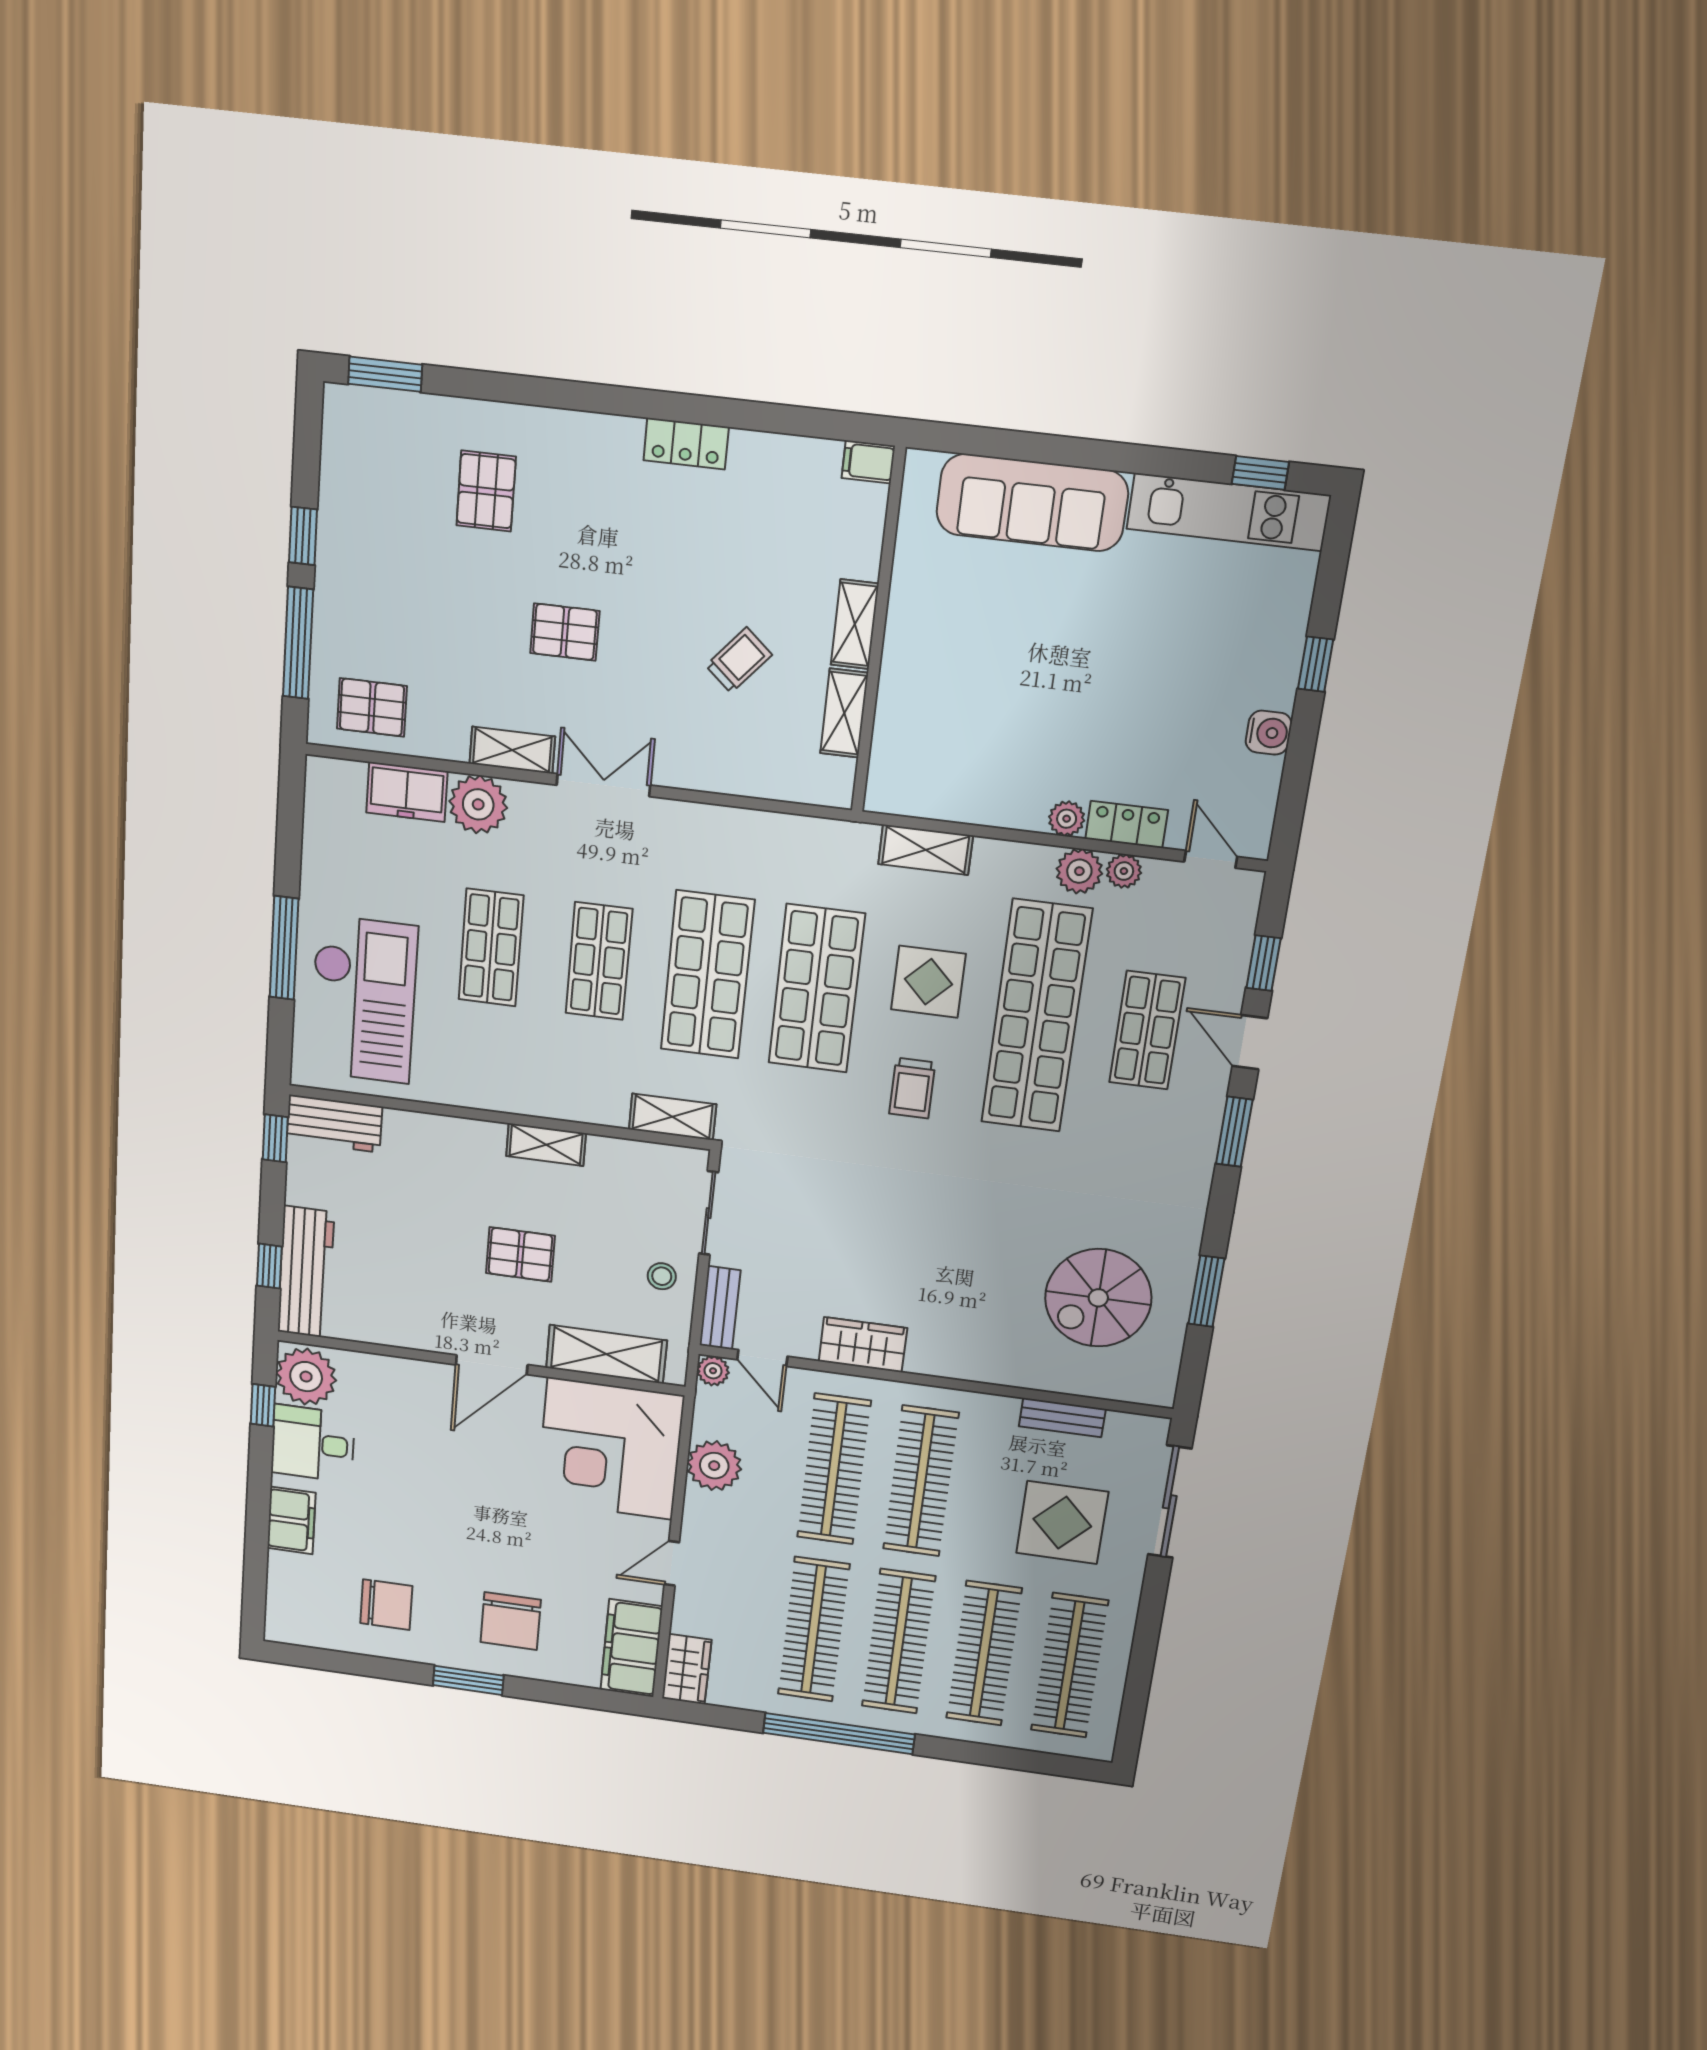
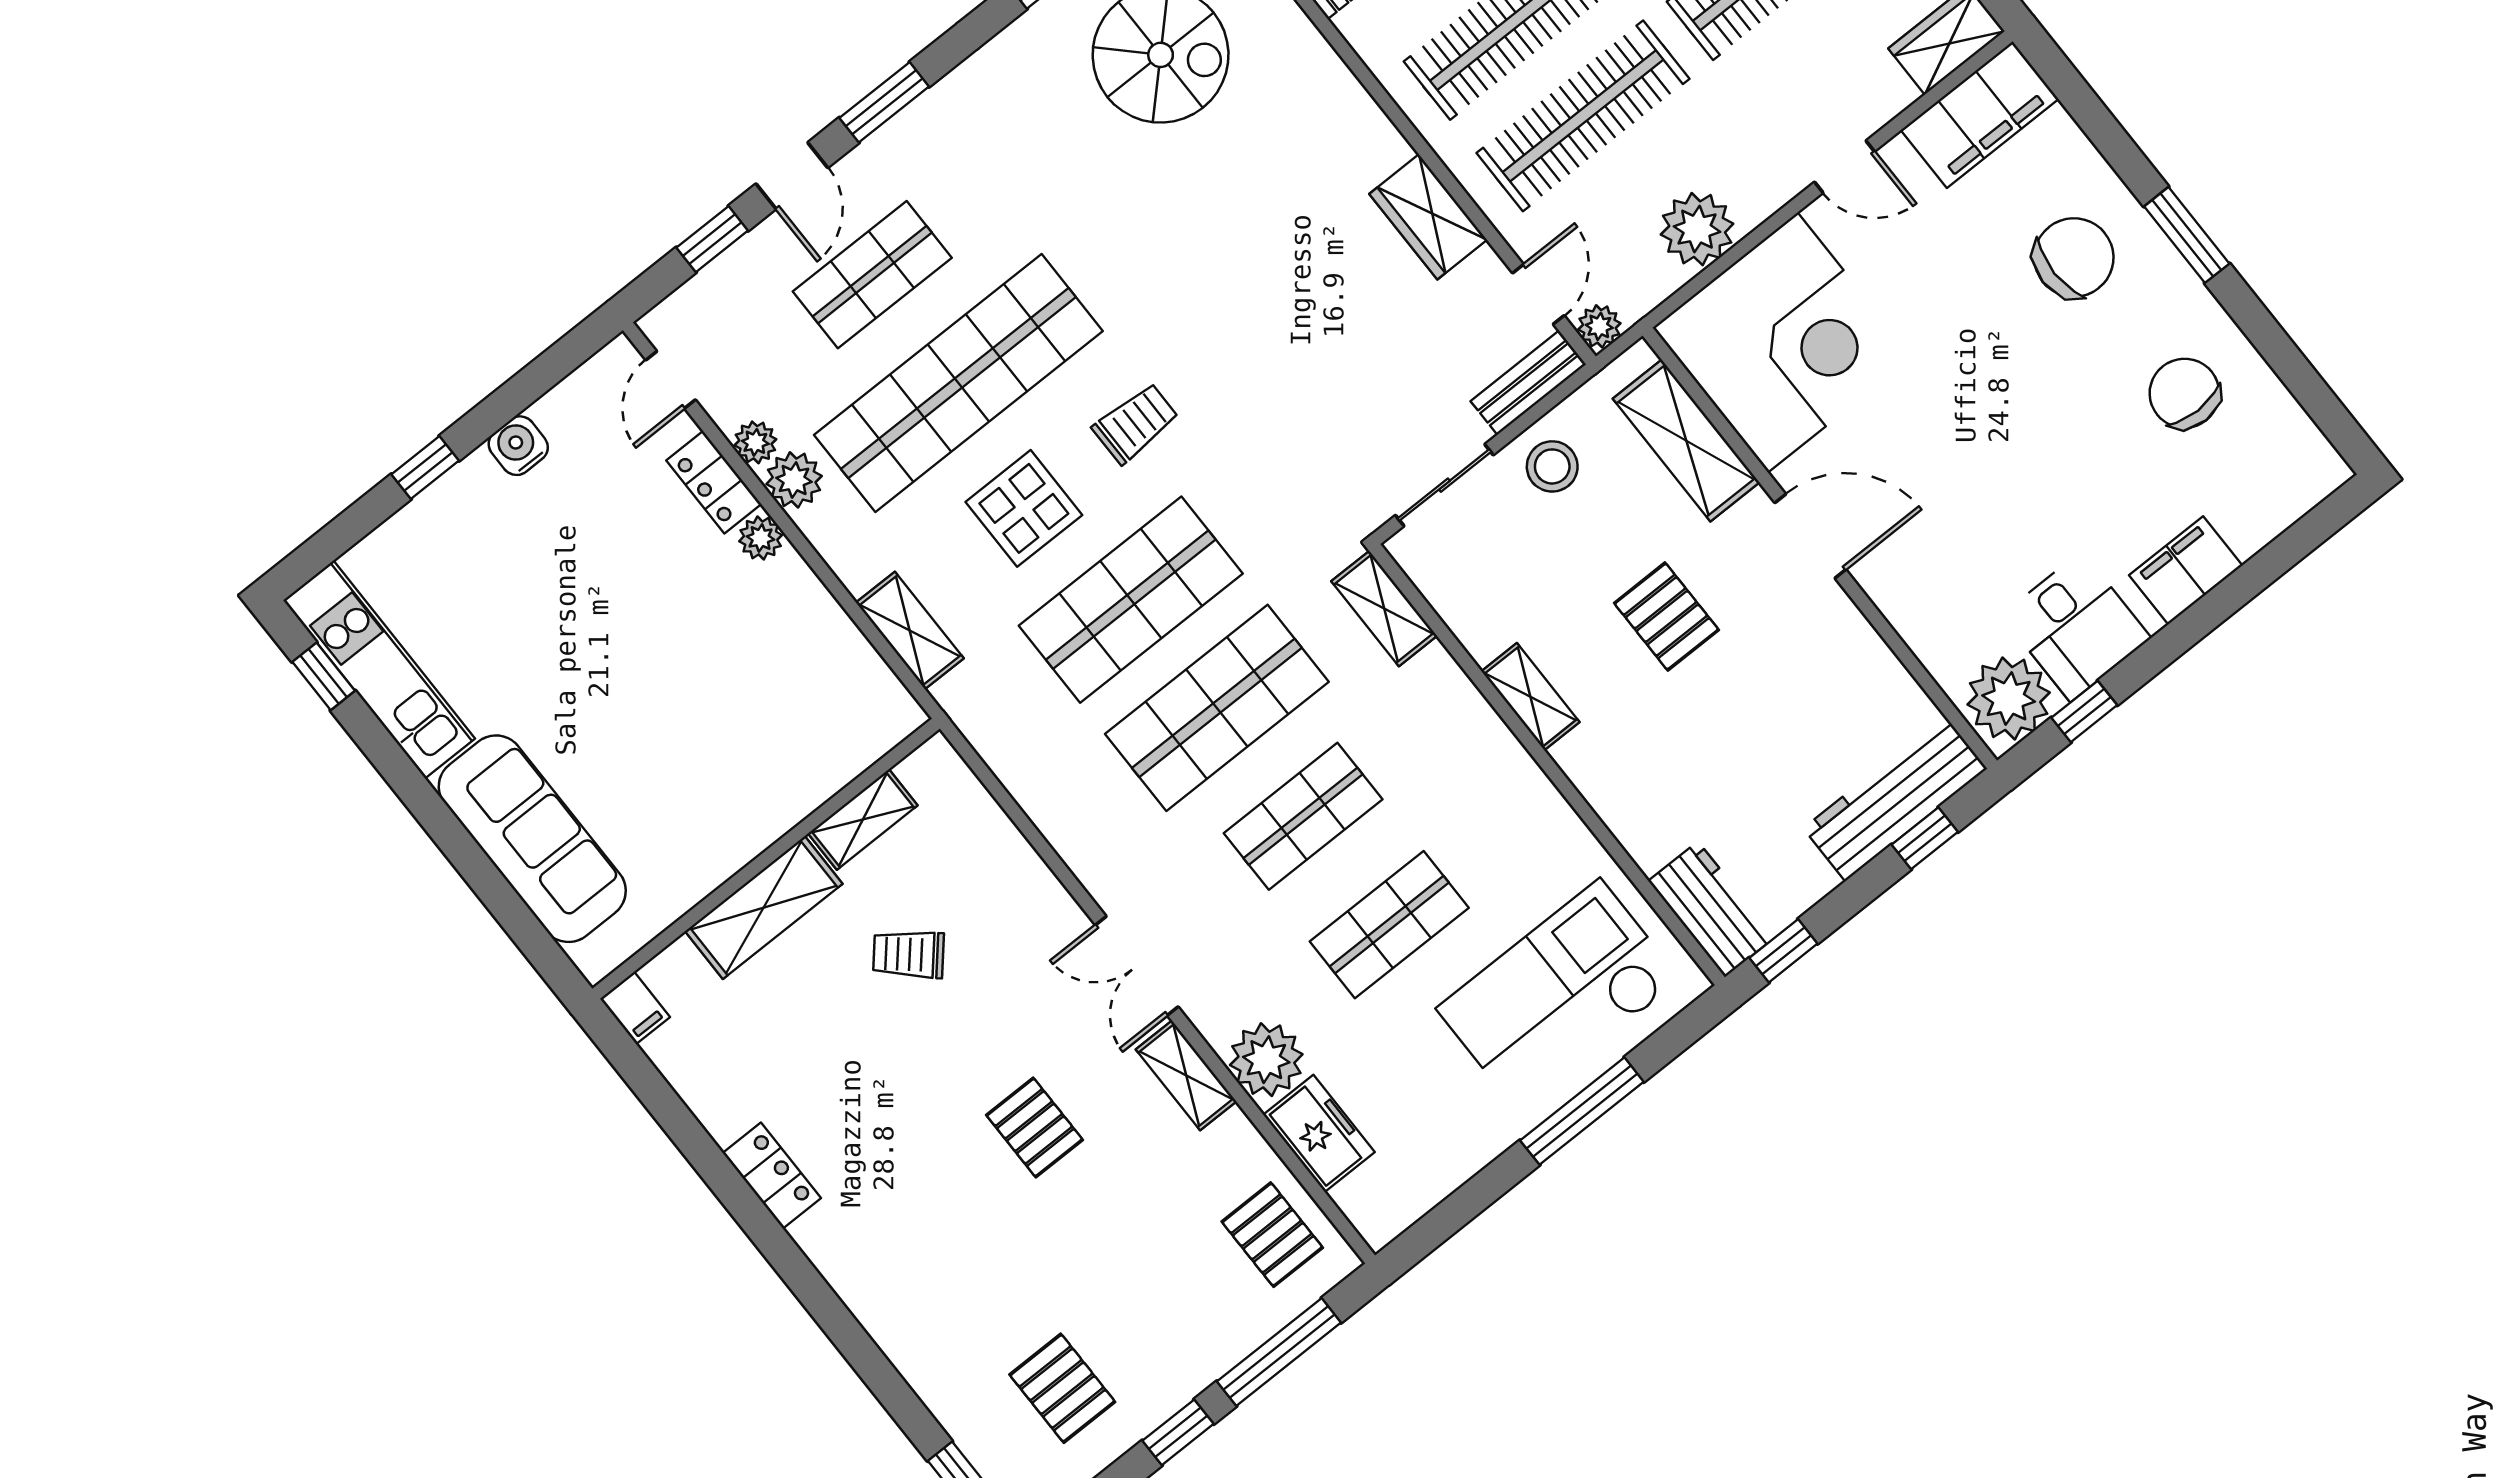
pallet: (486, 491) -> (1062, 1388), moved, turned 90
shelving: (855, 624) -> (764, 908), width x1.50, depth x1.33
stool: (662, 1276) -> (1552, 466), width x1.37, depth x1.37

